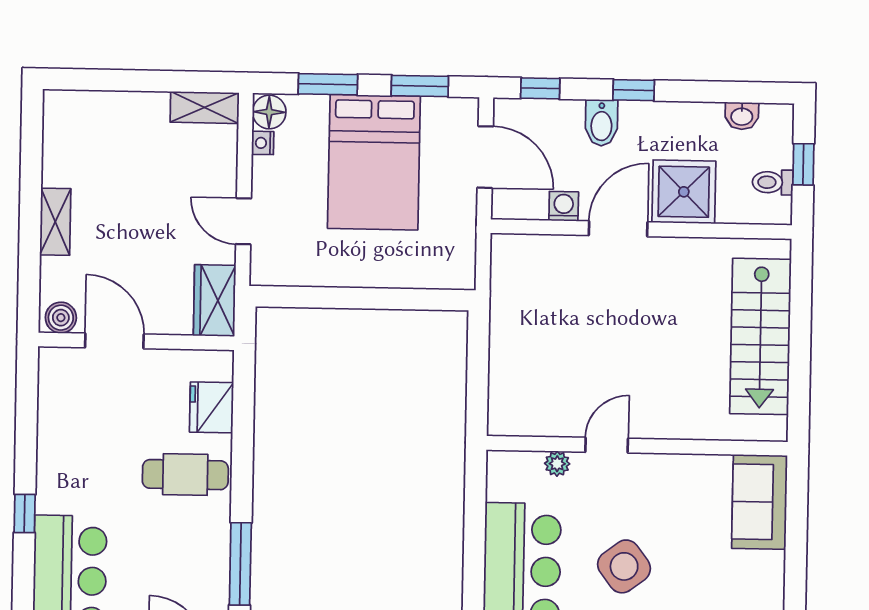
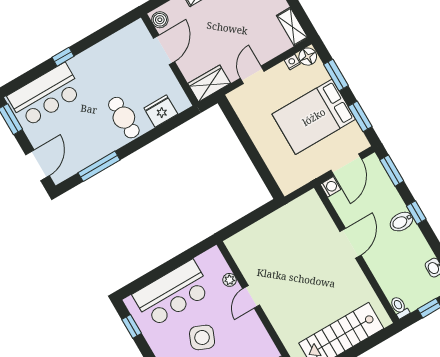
window: (540, 88) -> (392, 171), width x1.50
bidet: (601, 123) -> (401, 222), moved
toilet: (773, 182) -> (399, 307), moved
shower: (684, 192) -> (385, 262), removed
washing machine: (564, 206) -> (330, 187), moved
door: (618, 229) -> (351, 243), hinge flipped
door: (607, 445) -> (251, 297), swing flipped
side table: (624, 566) -> (202, 337), turned -30

